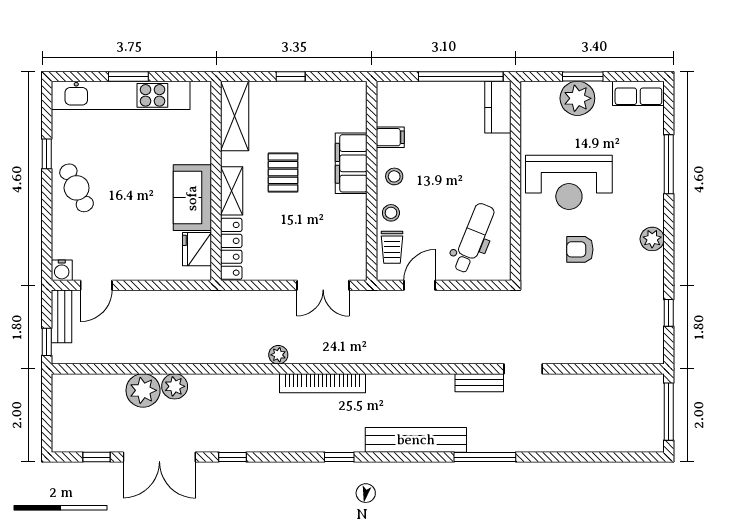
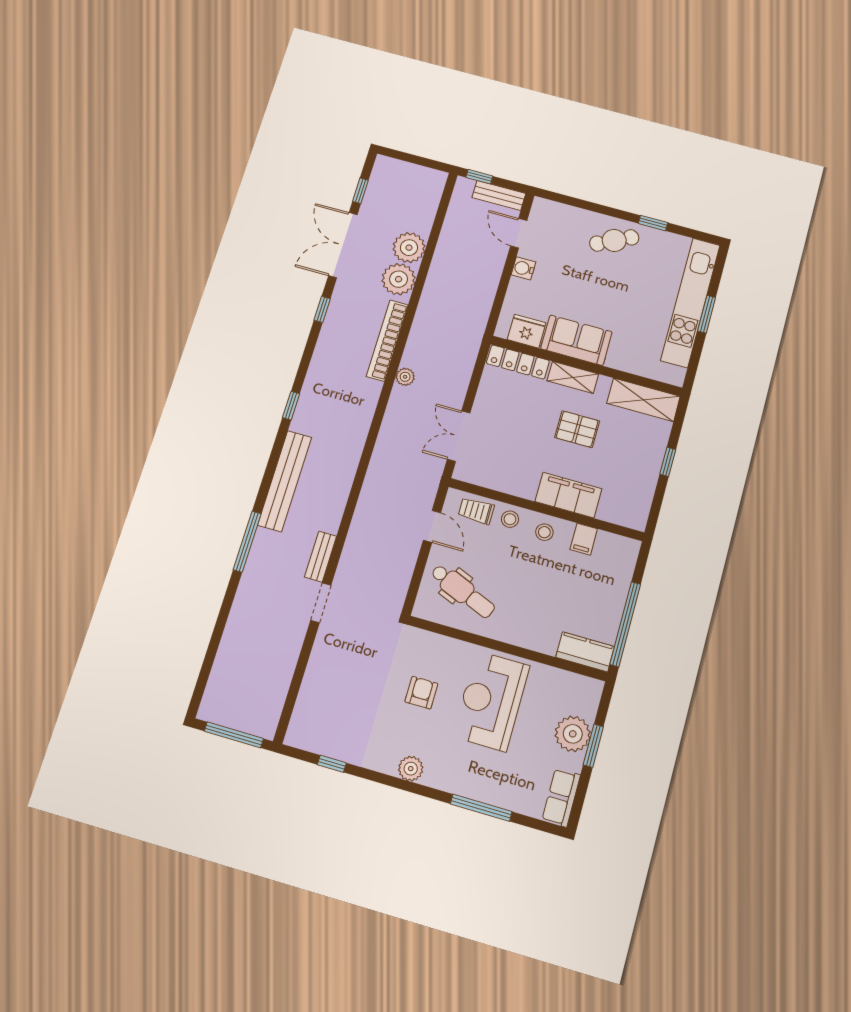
water cooler: (62, 270) -> (523, 268), moved
bookcase: (323, 383) -> (387, 341), moved
plant: (175, 386) -> (399, 279), width x1.36, depth x1.36

